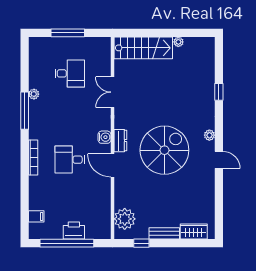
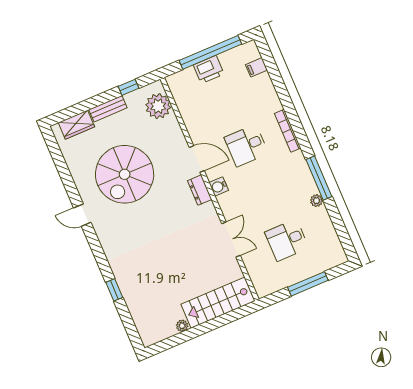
plant: (209, 135) -> (104, 238), removed
spiral stairs: (164, 150) -> (125, 174), moved
desk: (70, 160) -> (246, 146), turned 180

